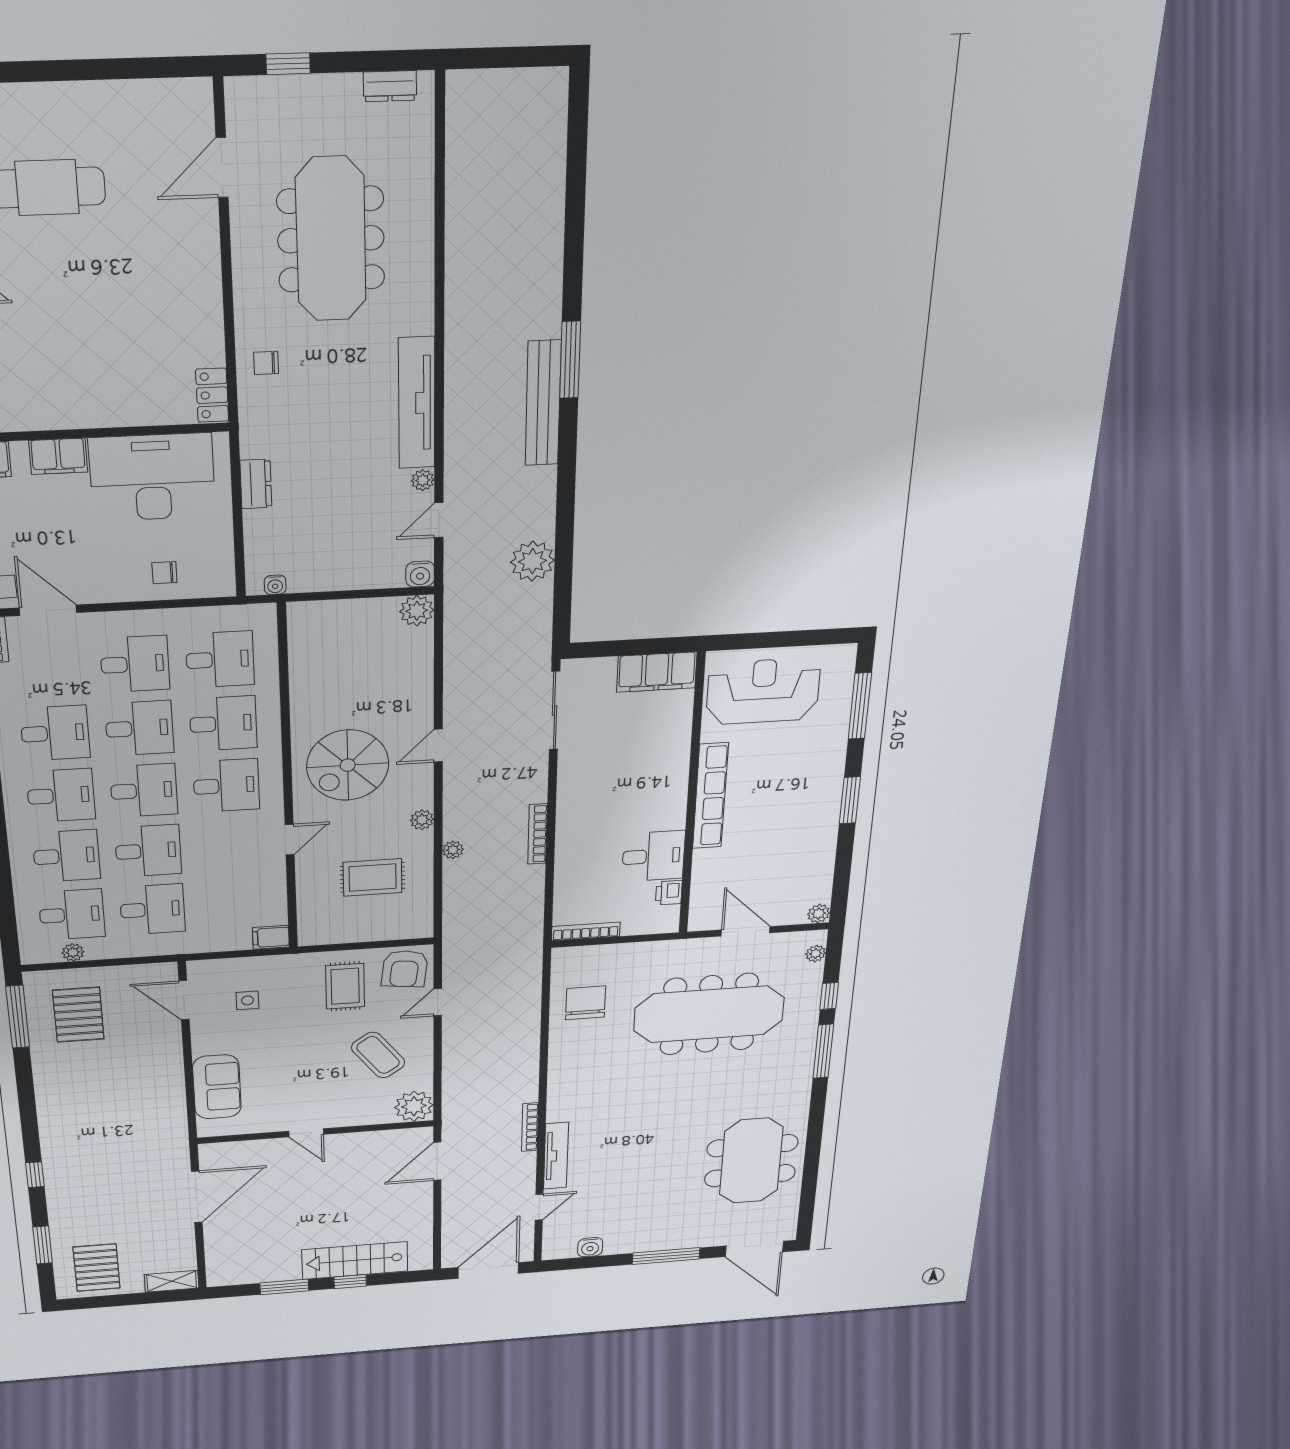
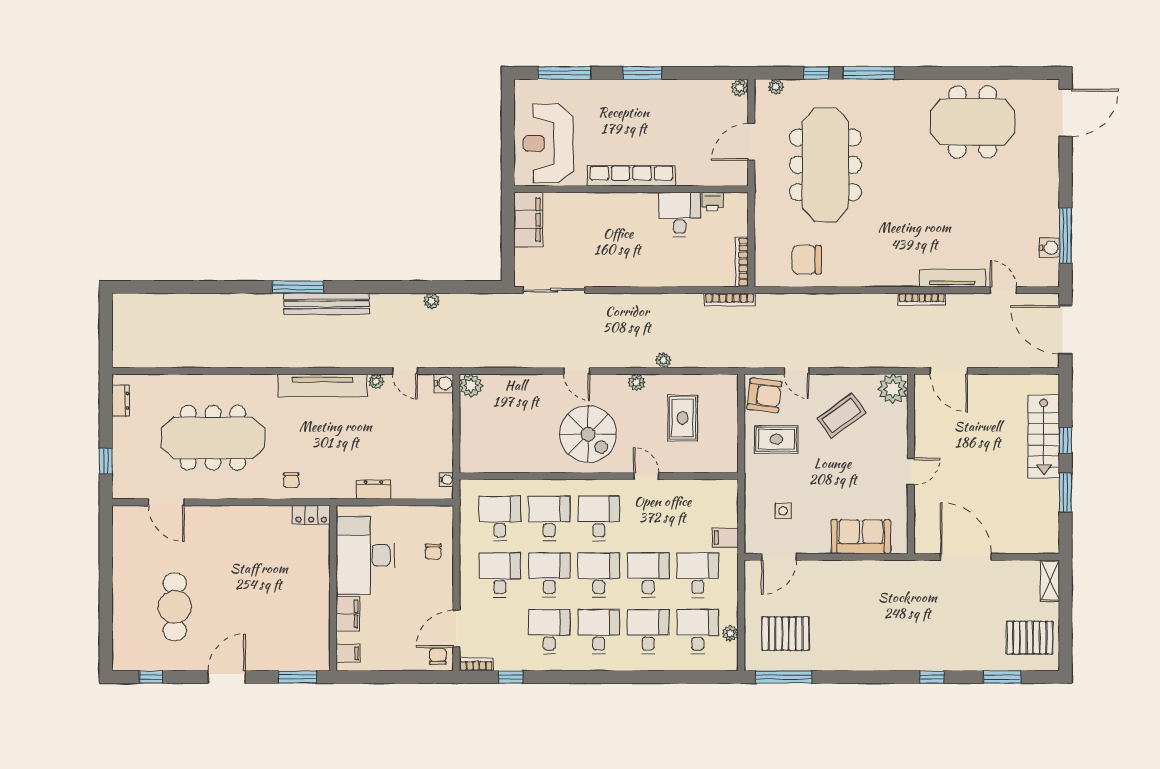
plant: (532, 561) -> (432, 301), width x0.53, depth x0.53
bookcase: (538, 834) -> (730, 300), moved
filing cabinet: (271, 937) -> (725, 538), moved, turned 90
window: (666, 1256) -> (1065, 236), moved

